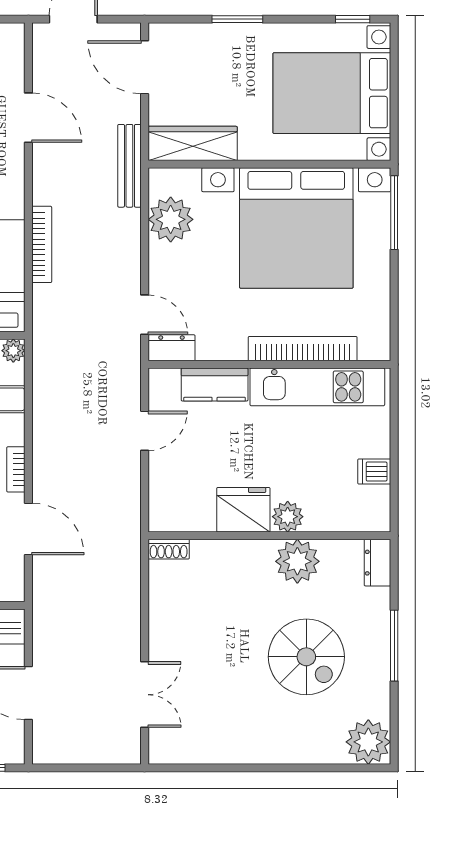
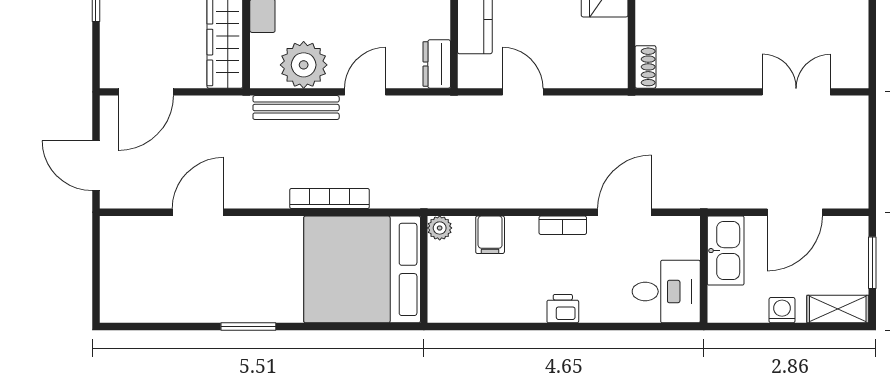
bench: (129, 166) -> (296, 108), moved
door: (145, 315) -> (365, 92), moved

